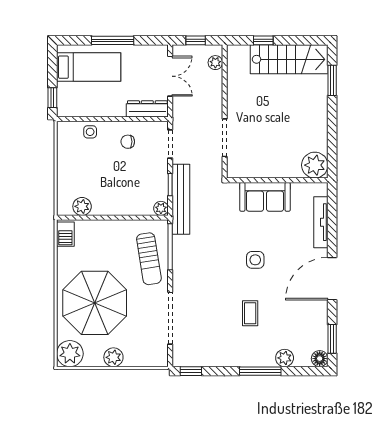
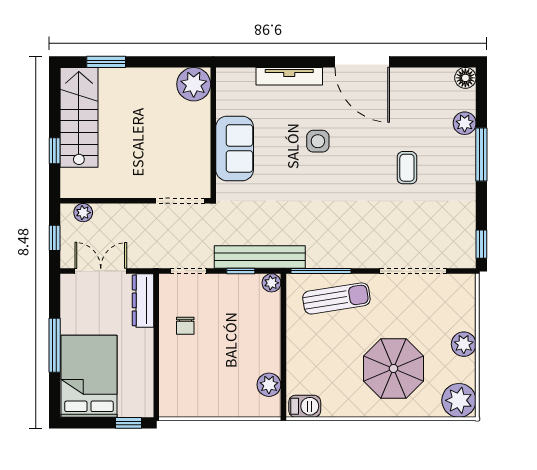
bed: (89, 67) -> (89, 376), width x1.50
side table: (90, 132) -> (173, 374), removed
plant: (315, 165) -> (194, 84), moved
wall: (277, 180) -> (213, 133), moved
sofa: (265, 197) -> (235, 148), moved
side table: (255, 260) -> (318, 141), moved
parasol: (95, 303) -> (393, 369), width x0.73, depth x0.73
coffee table: (250, 313) -> (407, 168), turned 90
window: (332, 339) -> (440, 62), removed

